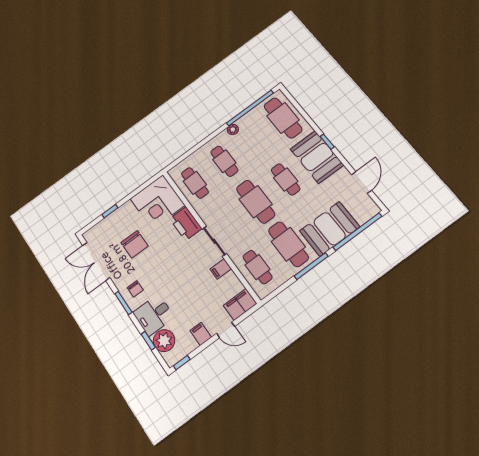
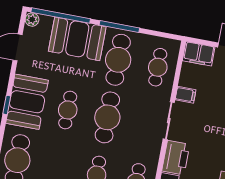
plant: (373, 209) -> (32, 20), added

